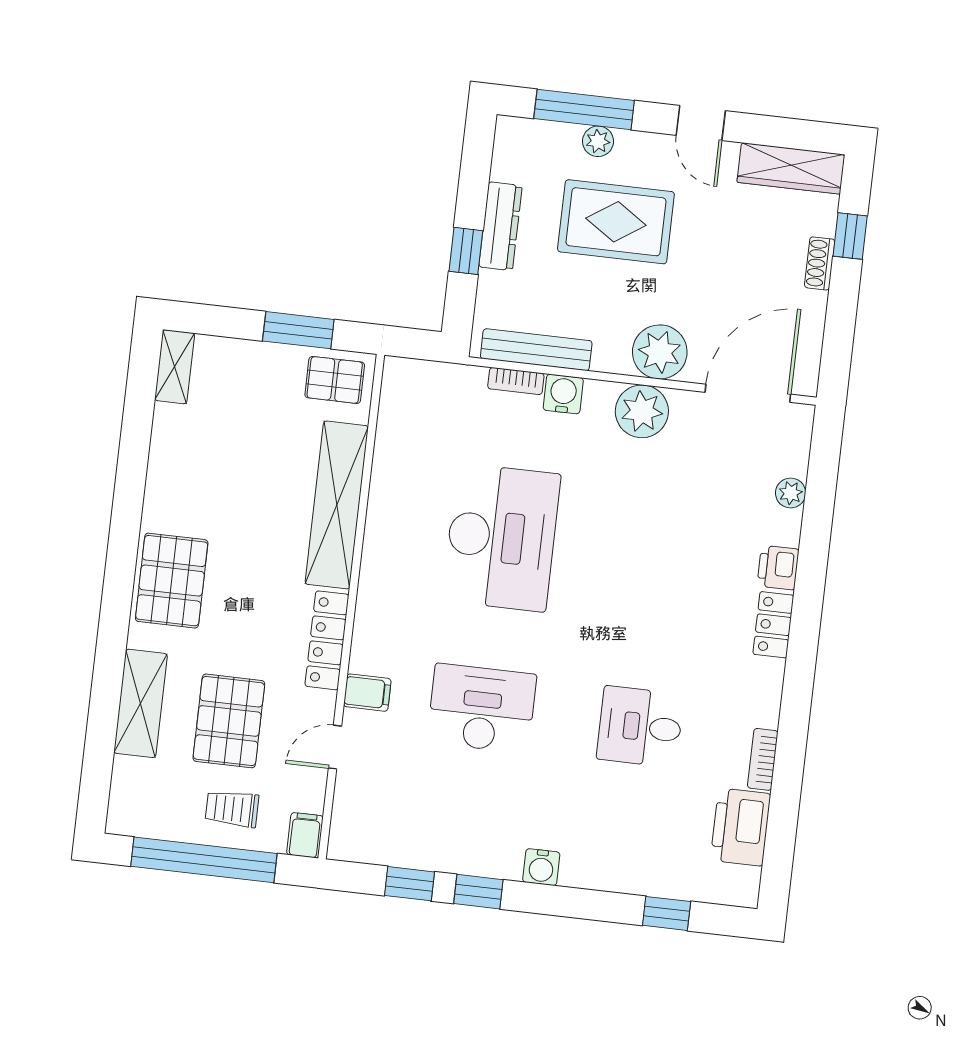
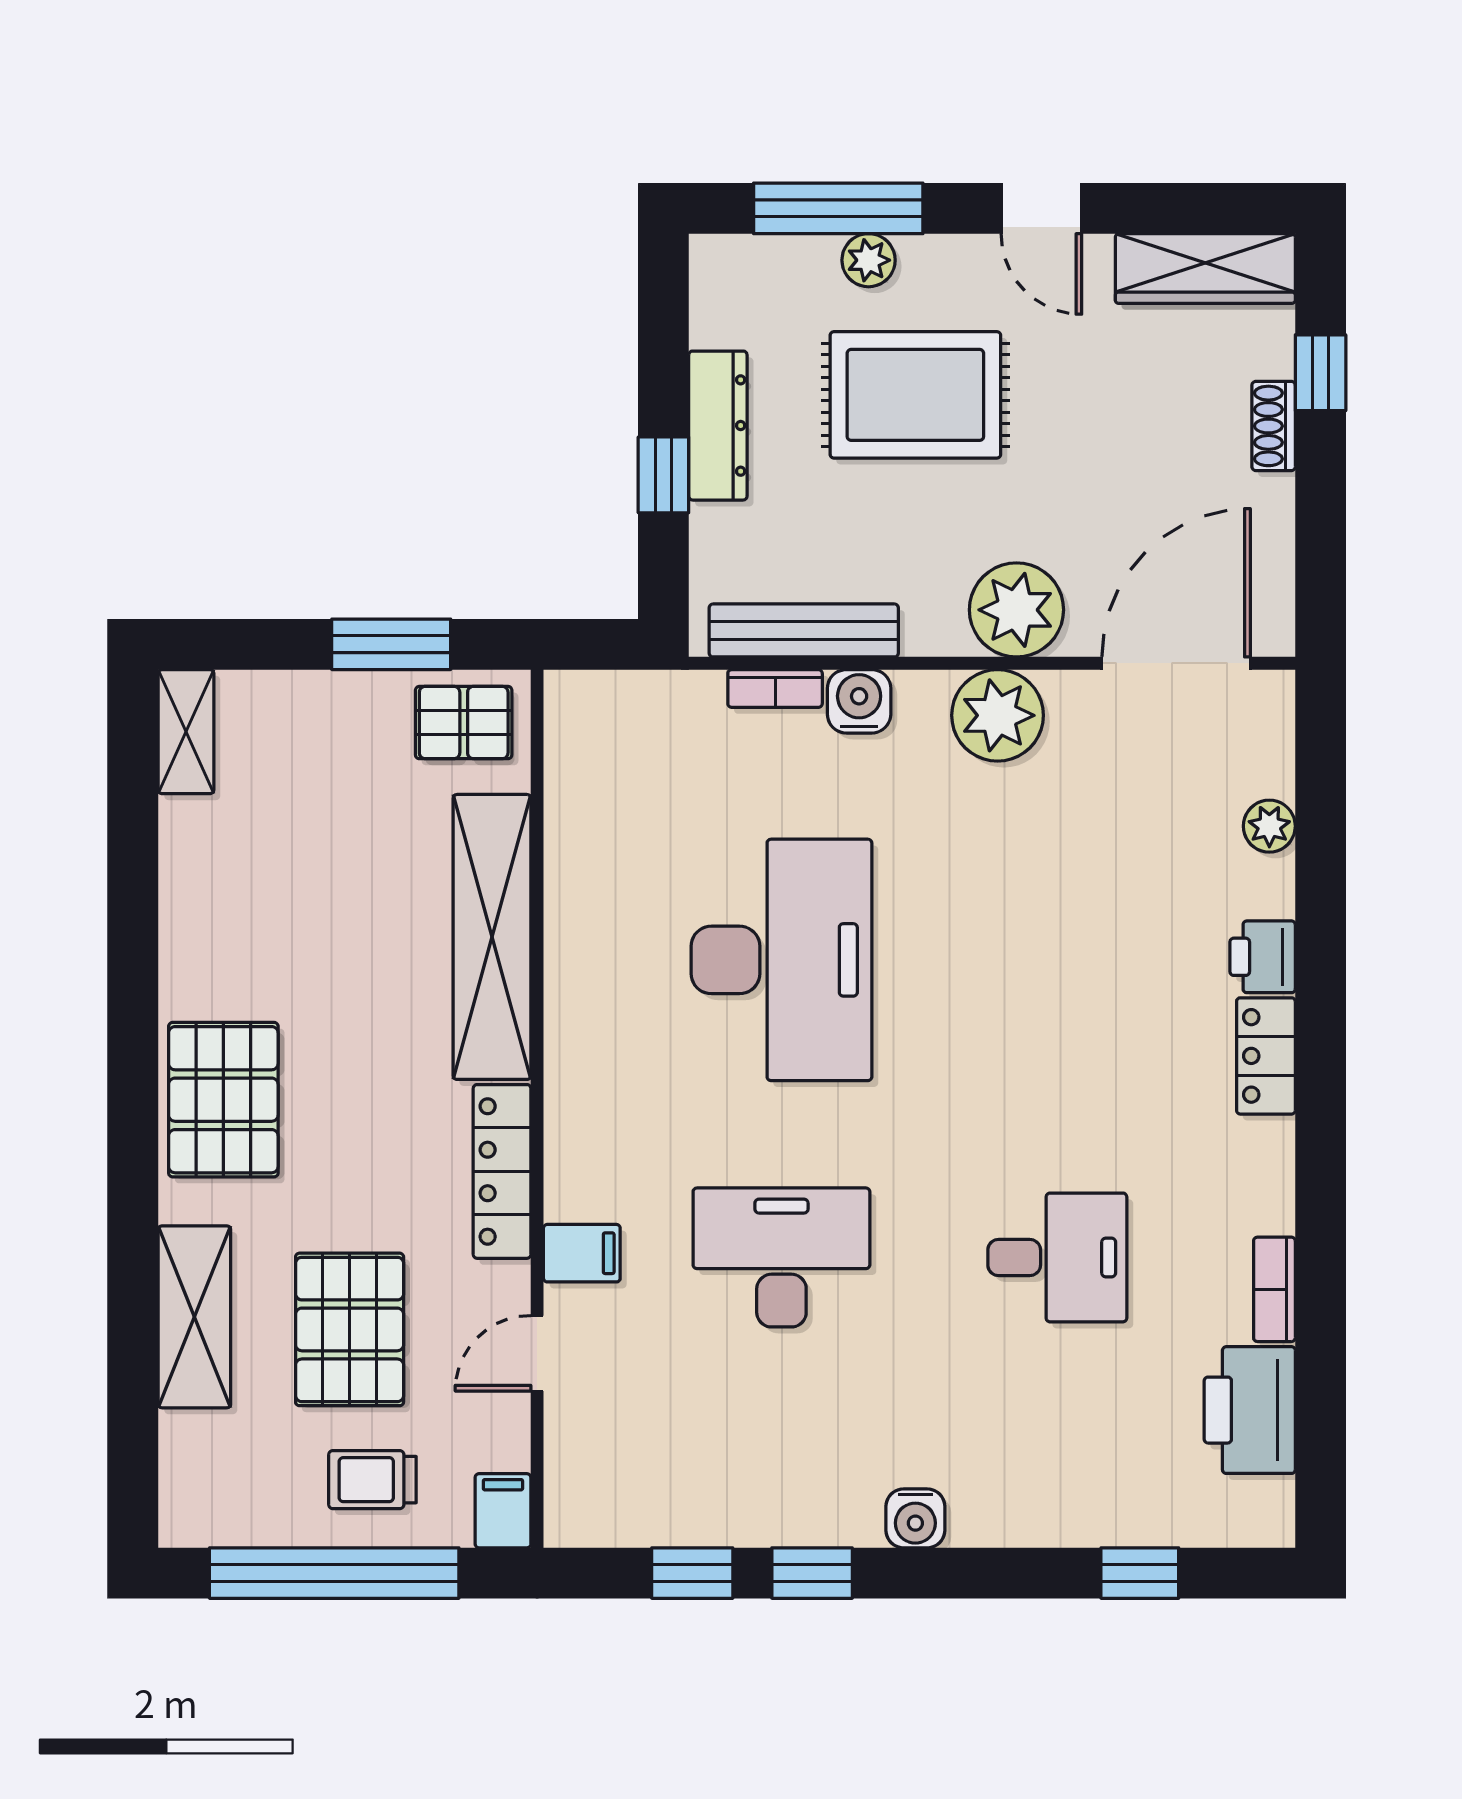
desk: (640, 727) -> (1057, 1257), turned 180

